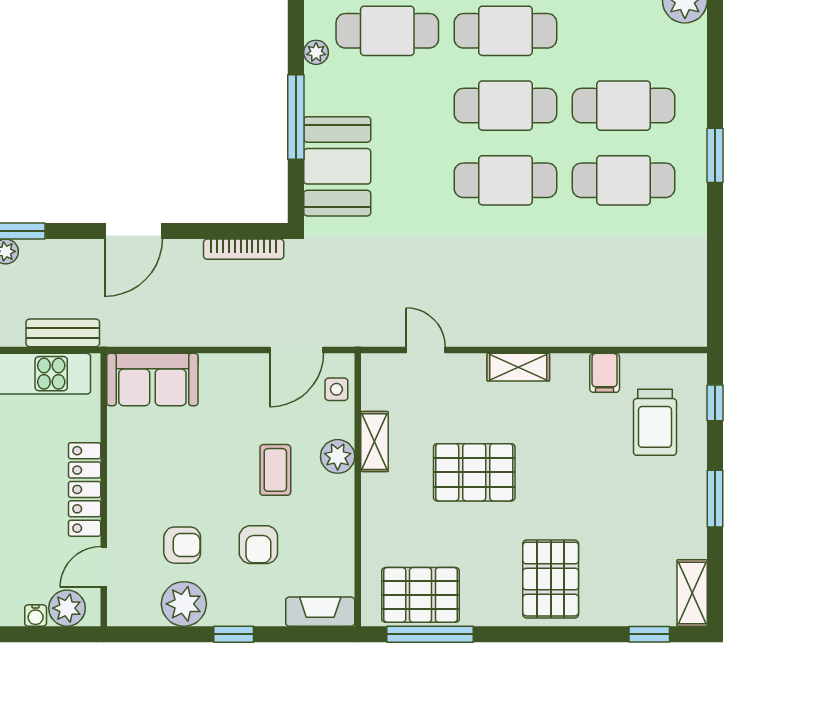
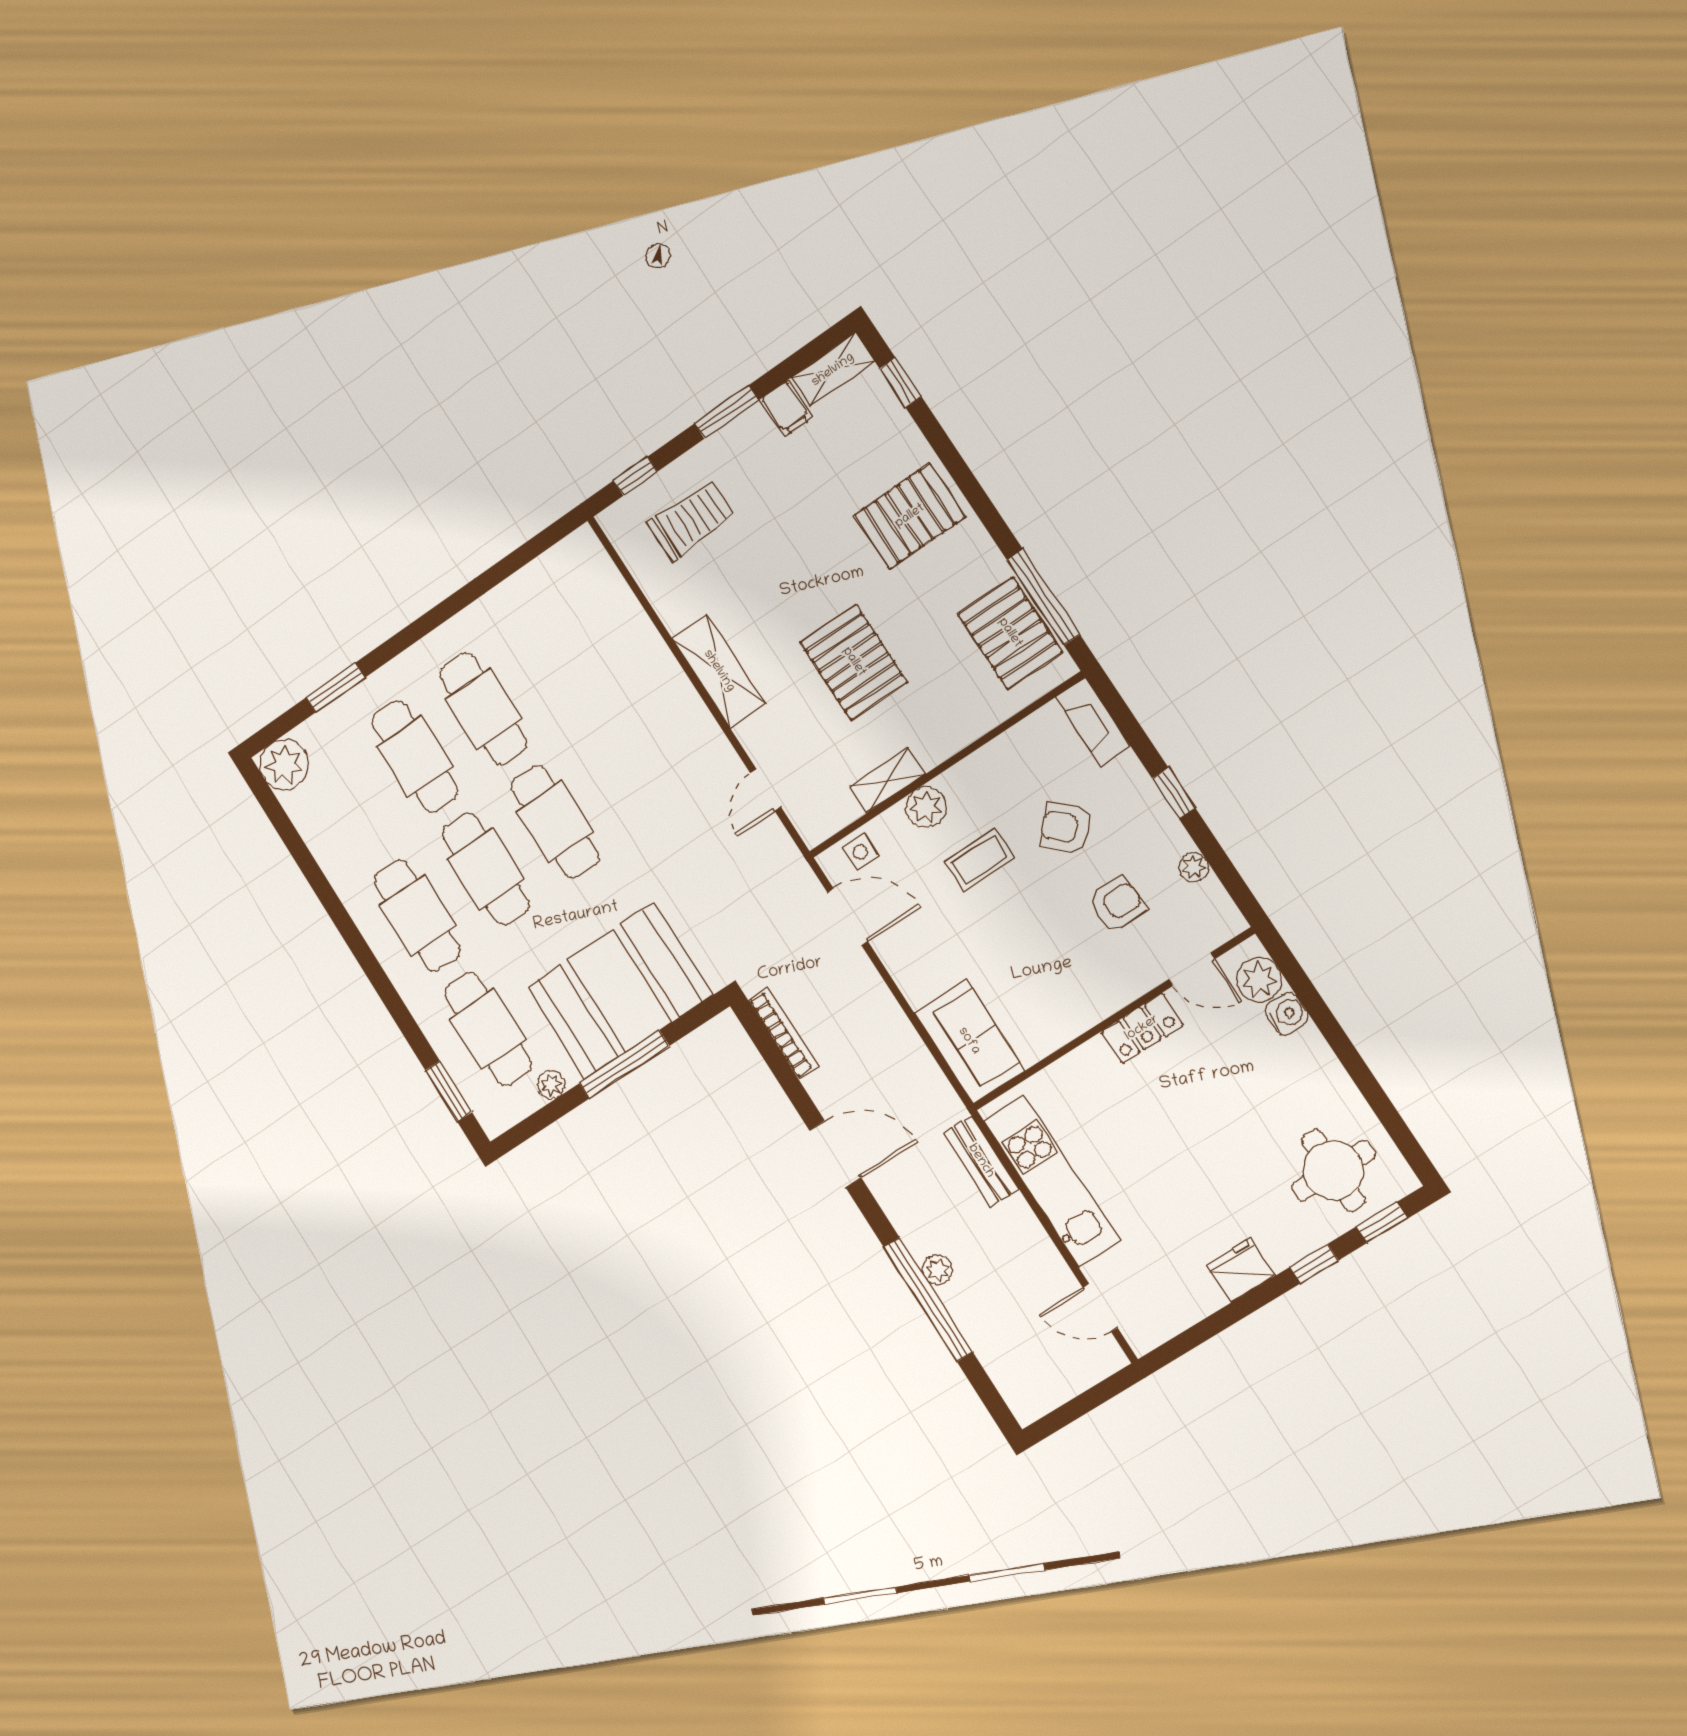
window: (715, 155) -> (335, 688), moved
booth: (337, 166) -> (620, 991), width x1.36, depth x1.42
shelving: (518, 367) -> (719, 671), width x1.50, depth x1.33
filing cabinet: (605, 373) -> (786, 409), moved, turned 90
locker: (85, 489) -> (1142, 1028), width x0.66
armchair: (182, 545) -> (1117, 904), turned 90
armchair: (258, 545) -> (1066, 828), turned -137
plant: (184, 604) -> (1194, 867), width x0.53, depth x0.53
water cooler: (36, 615) -> (1287, 1014), width x1.38, depth x1.38

